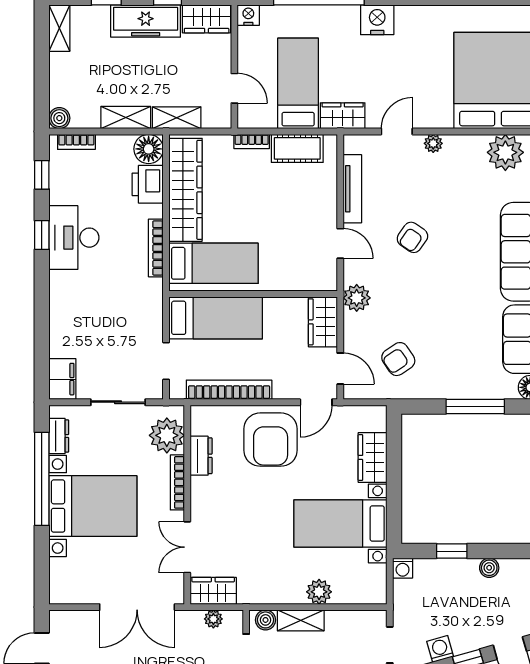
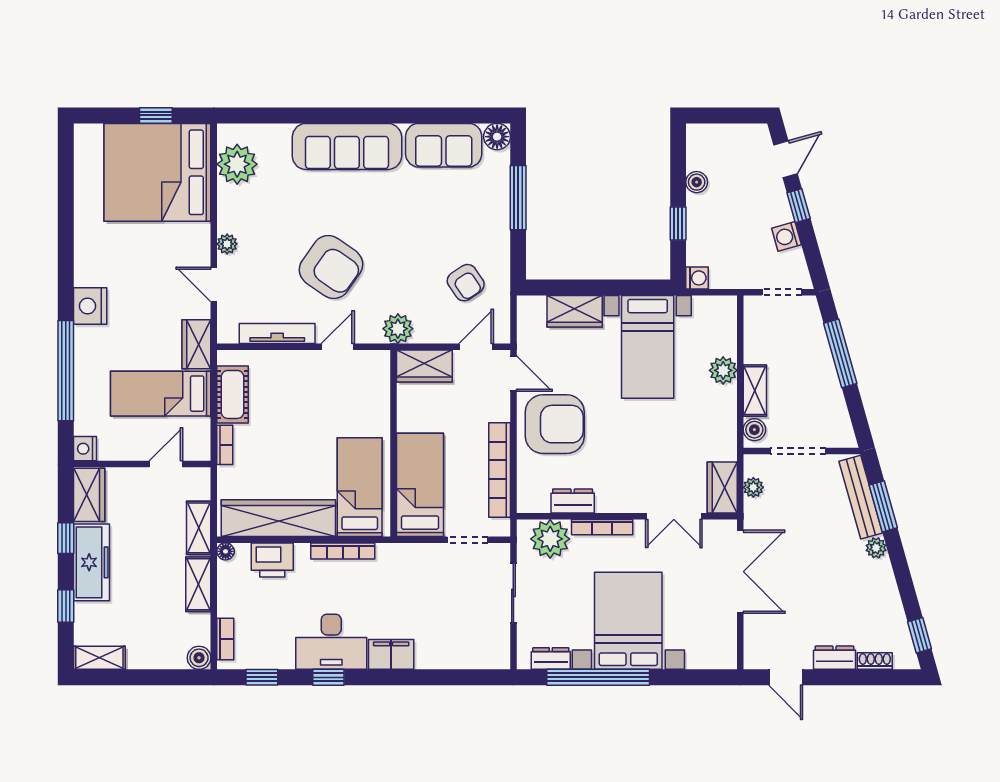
floor lamp: (149, 149) -> (226, 551), width x0.53, depth x0.53
armchair: (412, 237) -> (331, 267), width x1.88, depth x1.88
filing cabinet: (62, 379) -> (391, 654), moved

